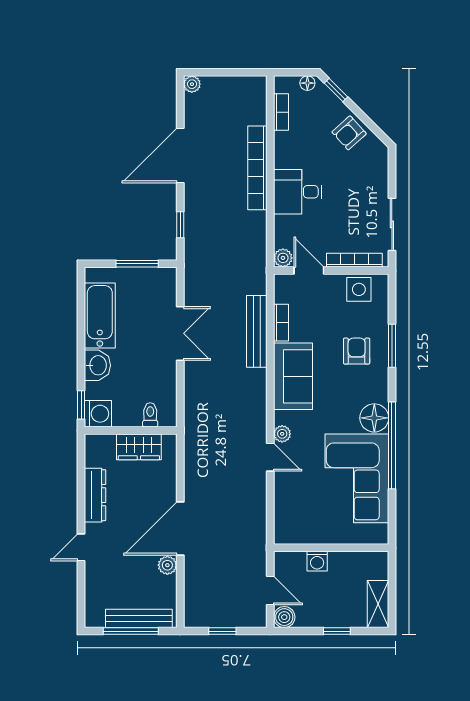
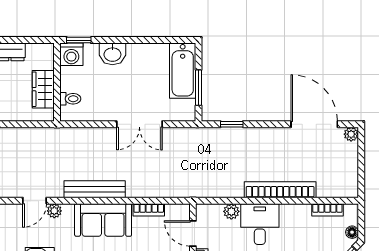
door: (180, 156) -> (314, 124), moved
plant: (283, 258) -> (231, 211), moved
door: (309, 271) -> (193, 233), swing flipped
bathtub: (100, 315) -> (183, 71), moved, turned 90
bench: (257, 331) -> (95, 189), moved

